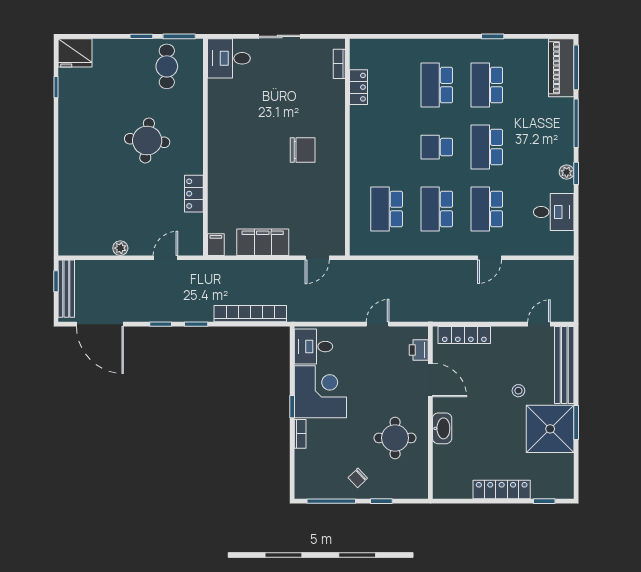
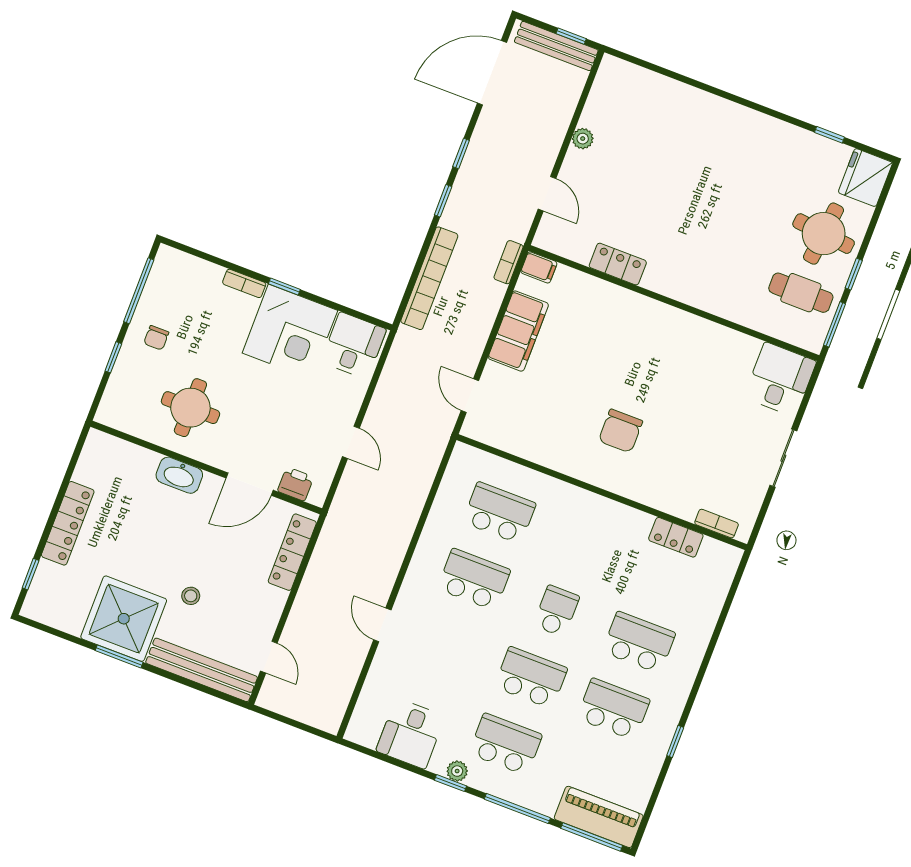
round table: (147, 141) -> (824, 234), moved
school desk: (487, 209) -> (505, 744), moved
bookcase: (220, 266) -> (508, 262), added
chair: (358, 478) -> (156, 338), turned -136

